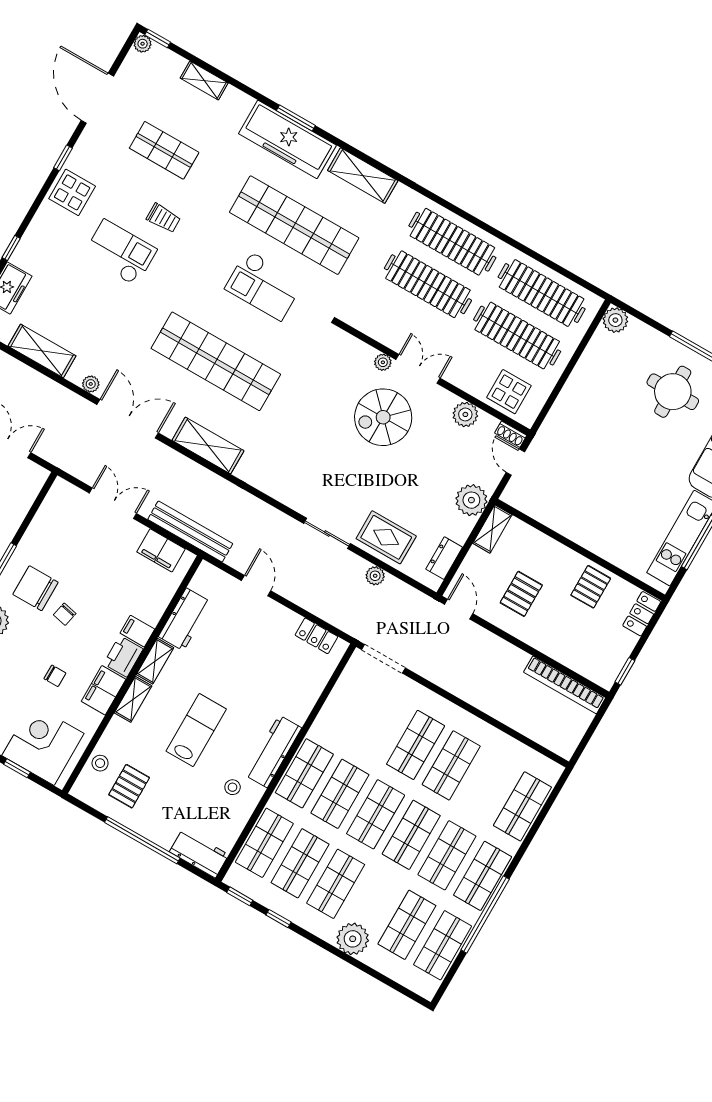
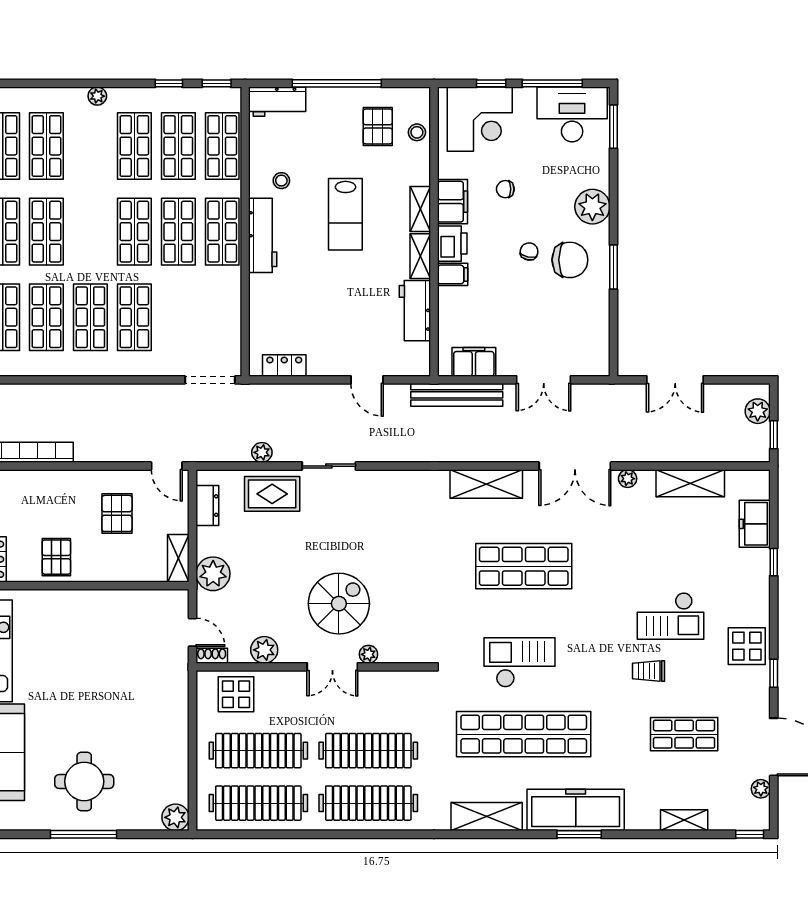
plant: (143, 44) -> (761, 789), moved
shop shelf: (216, 361) -> (524, 566), width x0.71
shop shelf: (411, 835) -> (46, 317), moved
plant: (353, 939) -> (97, 96), width x0.53, depth x0.53

